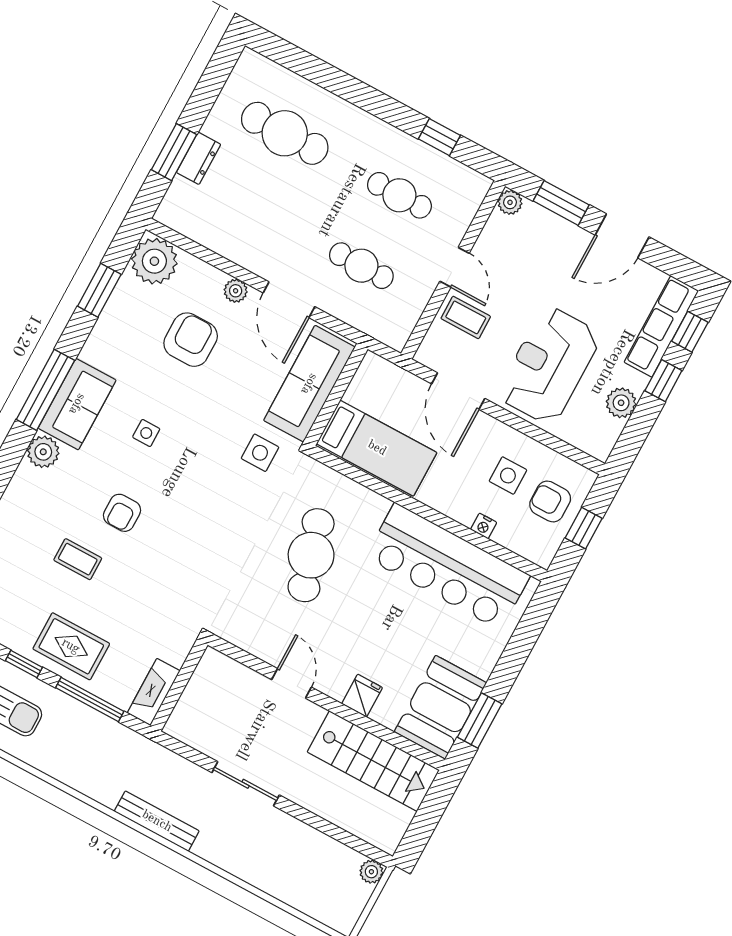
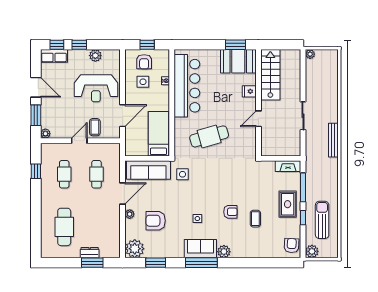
row of seats: (661, 326) -> (54, 56), width x0.68

